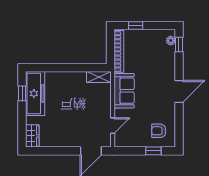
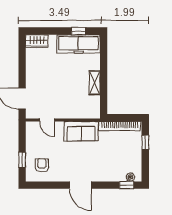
shelving: (99, 77) -> (95, 83), moved

